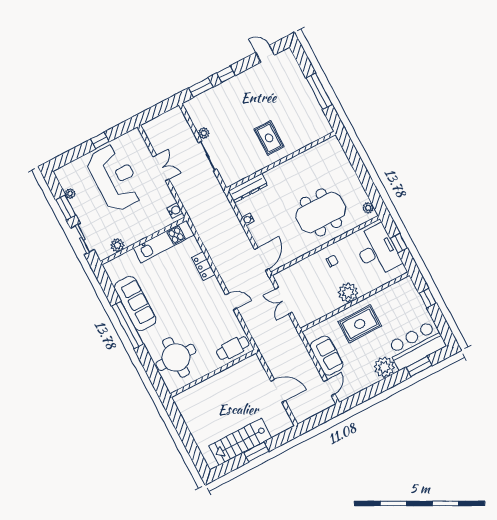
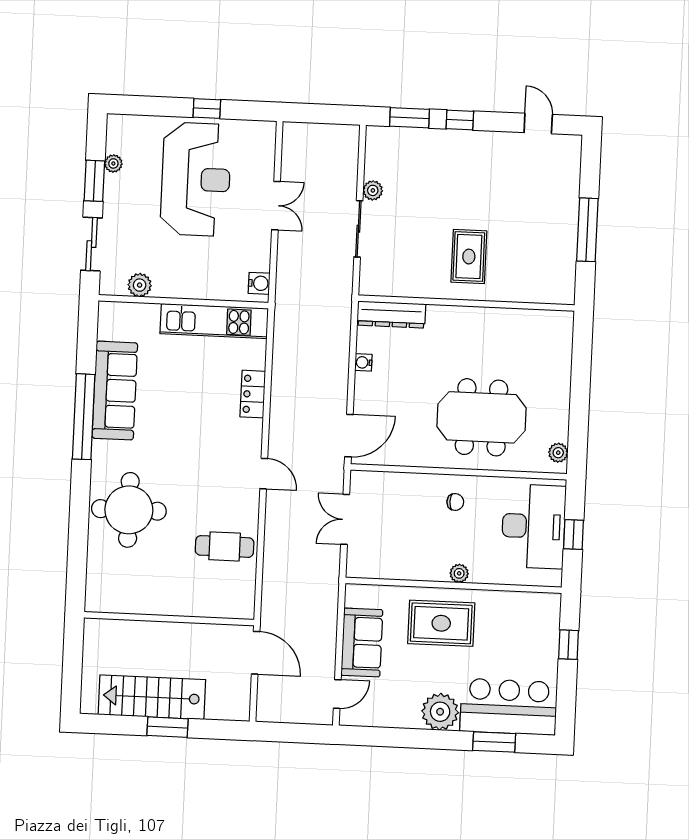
plant: (348, 293) -> (459, 573), width x0.53, depth x0.53
wall: (213, 373) -> (169, 619), moved

